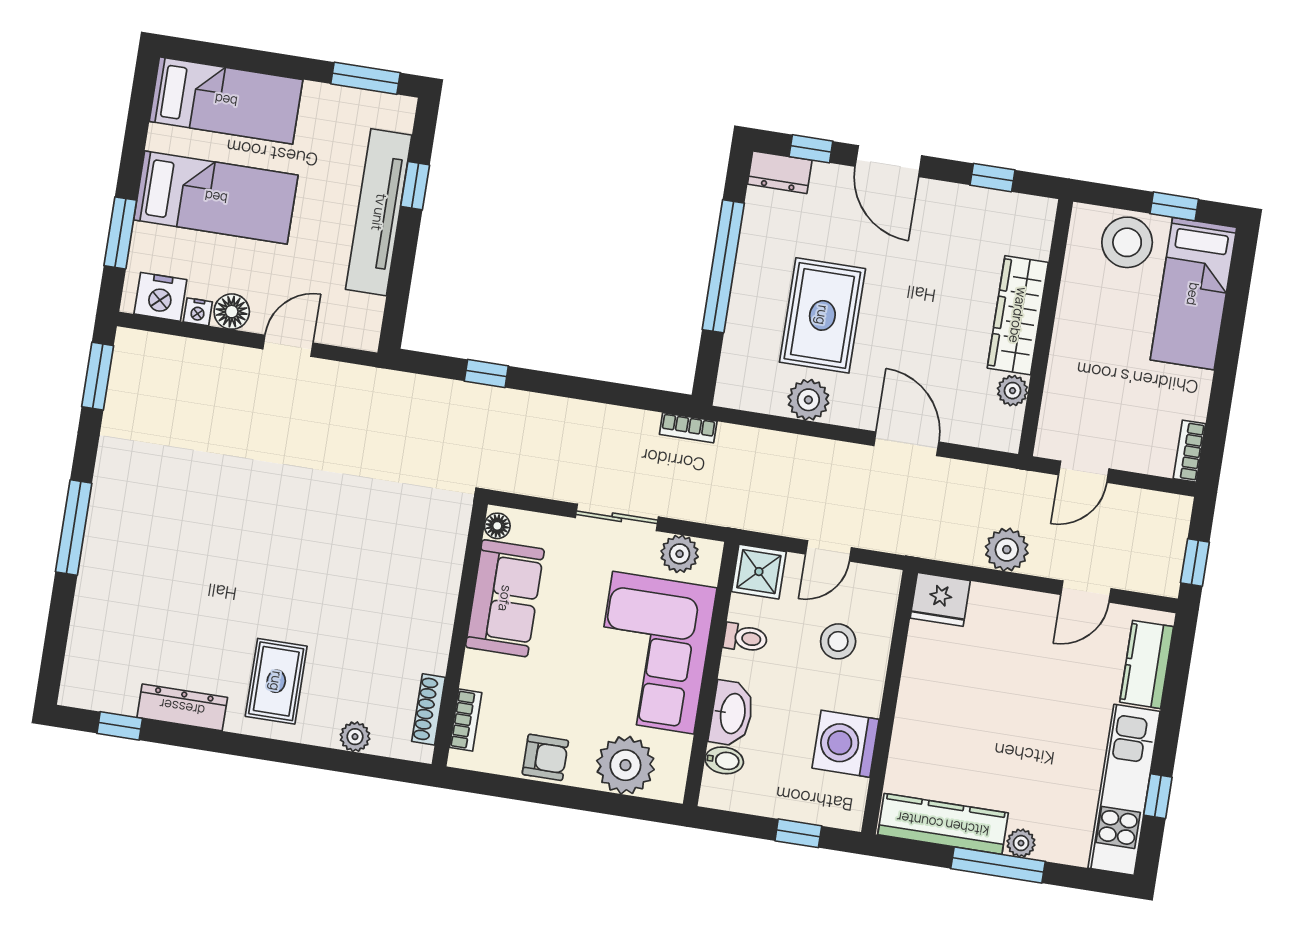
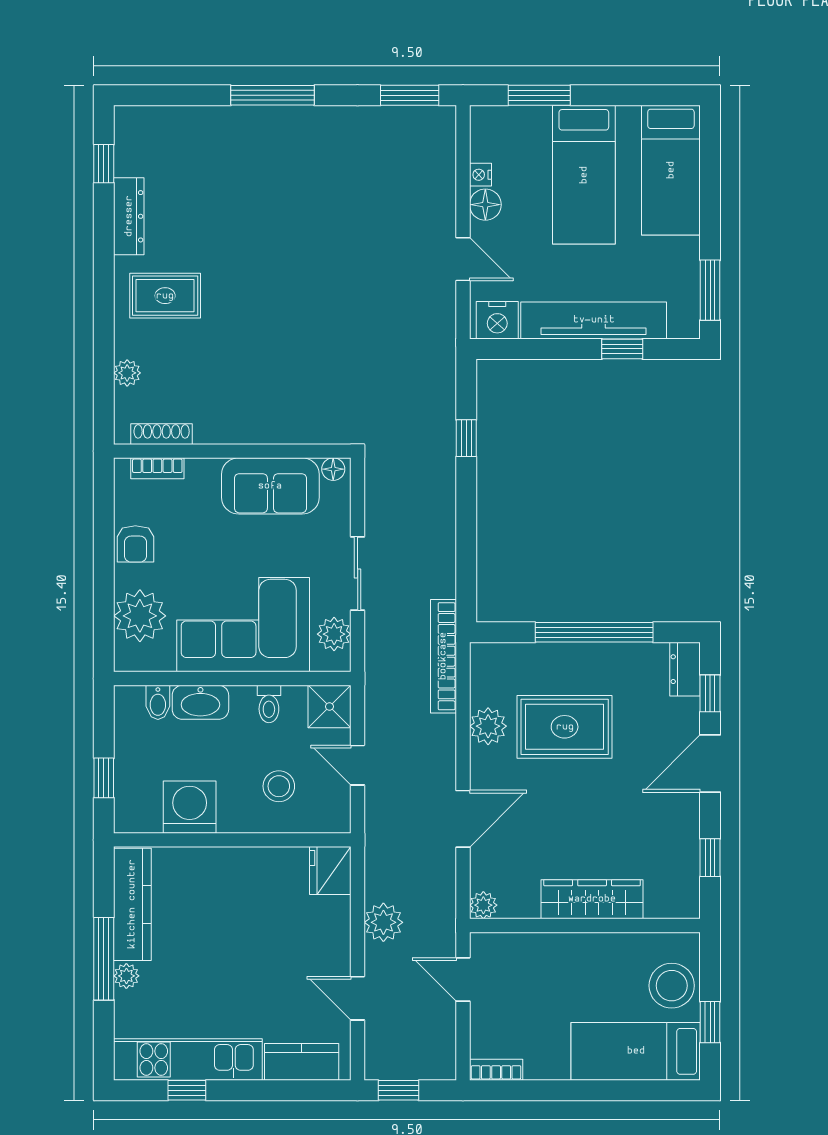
nightstand: (160, 297) -> (497, 320), moved, turned -90
plant: (1013, 391) -> (483, 905), moved
bookcase: (688, 428) -> (443, 656), width x2.31, depth x1.31

